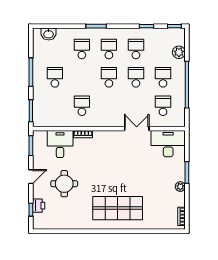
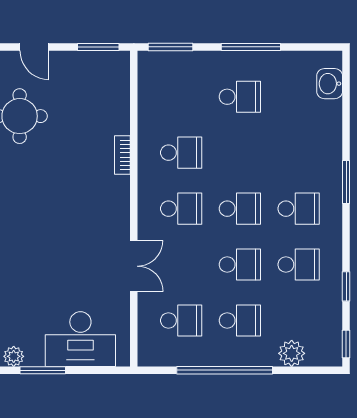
school desk: (82, 49) -> (181, 209), moved
desk: (60, 144) -> (102, 107), removed
desk: (168, 144) -> (80, 339), moved, turned 90

